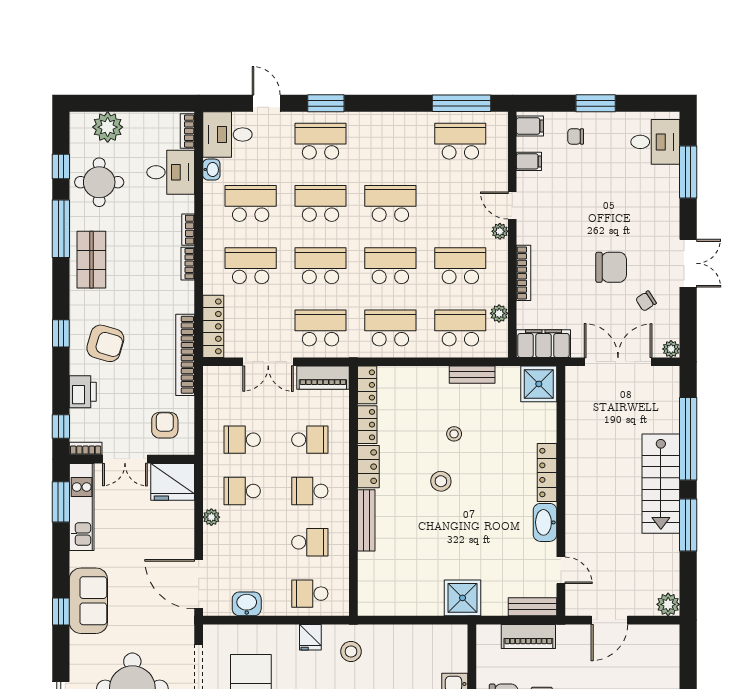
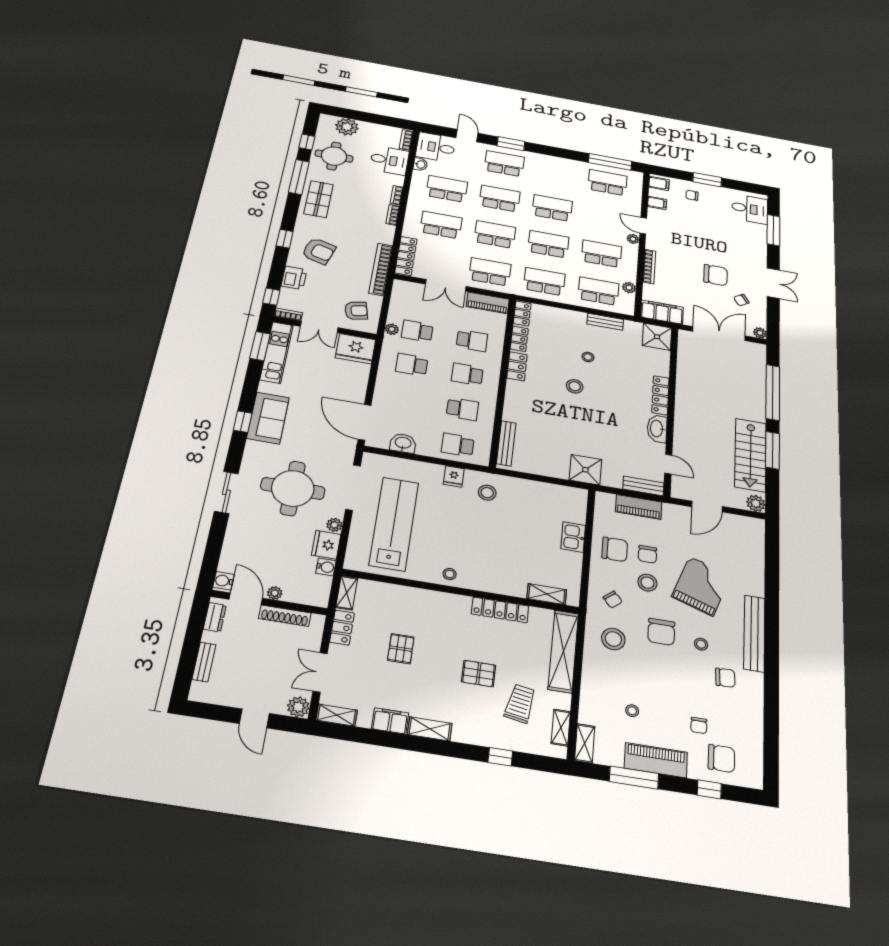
armchair: (165, 425) -> (356, 311), turned 77
stairs: (661, 484) -> (750, 455), moved
plant: (211, 517) -> (392, 329), moved
bench: (366, 520) -> (506, 443), moved

